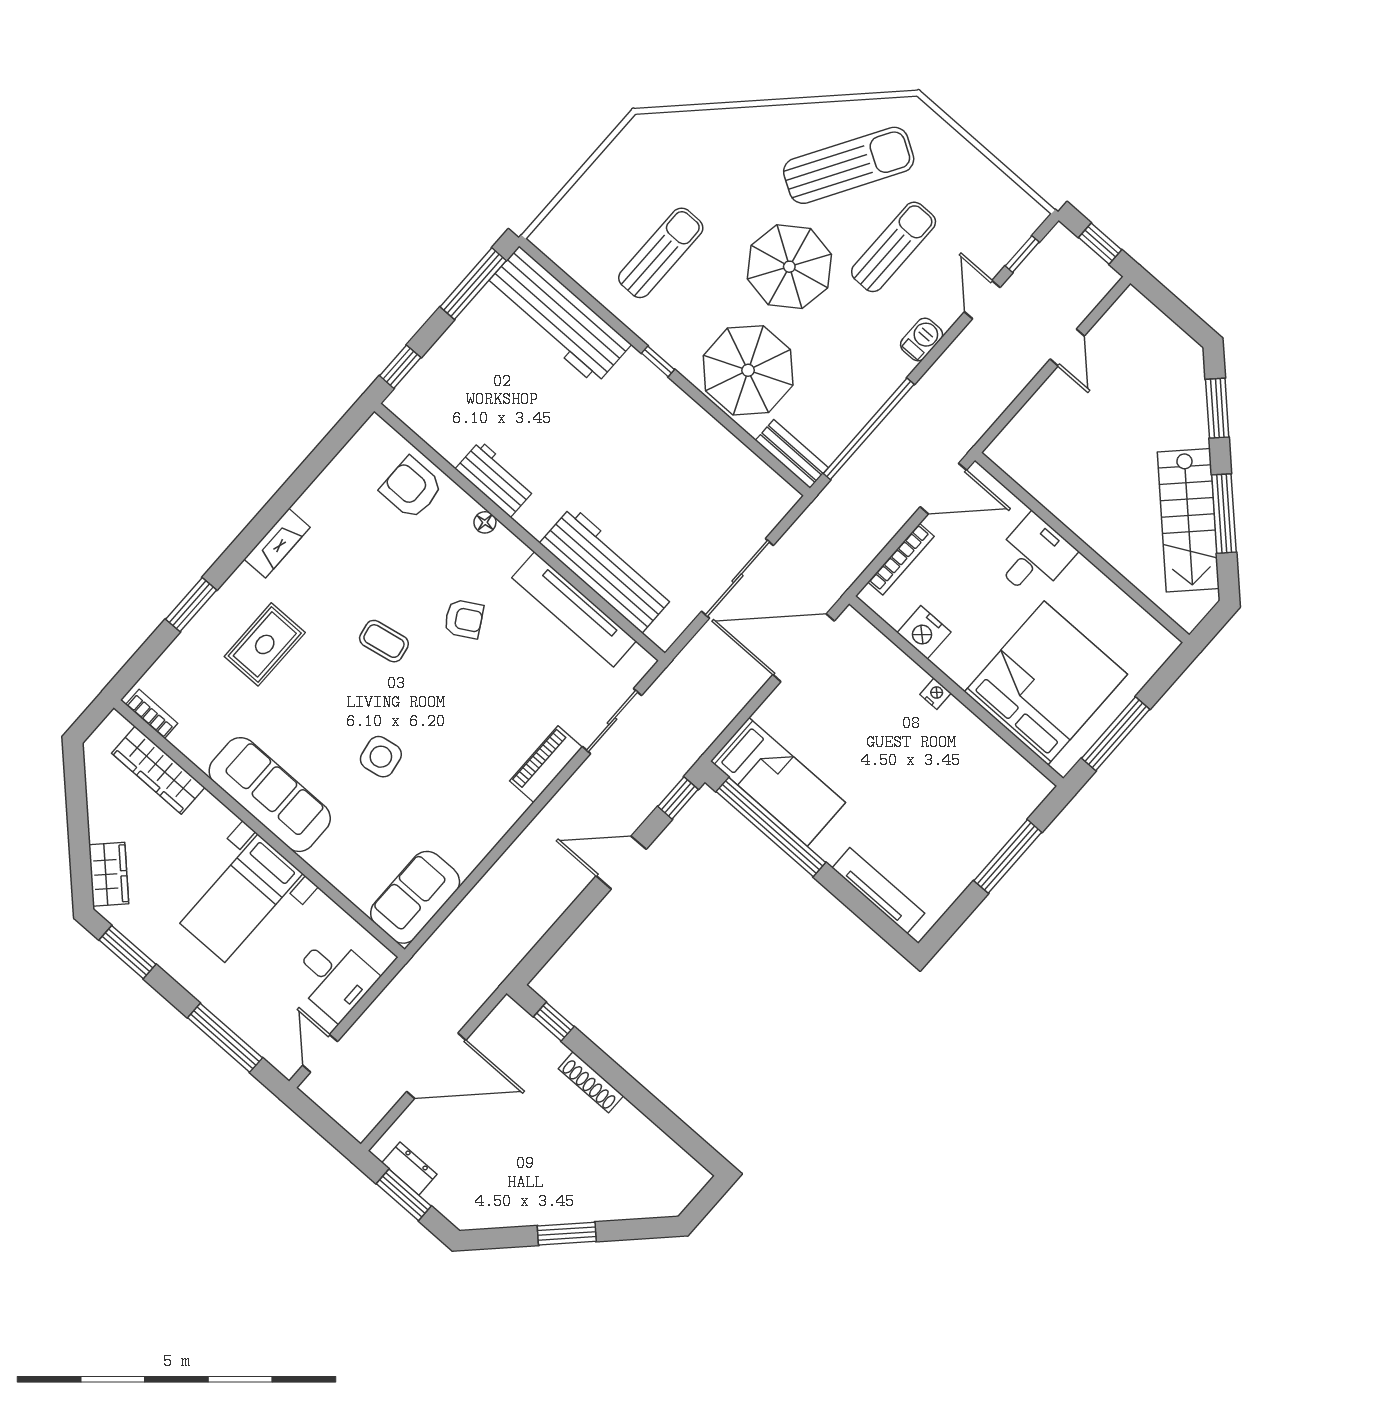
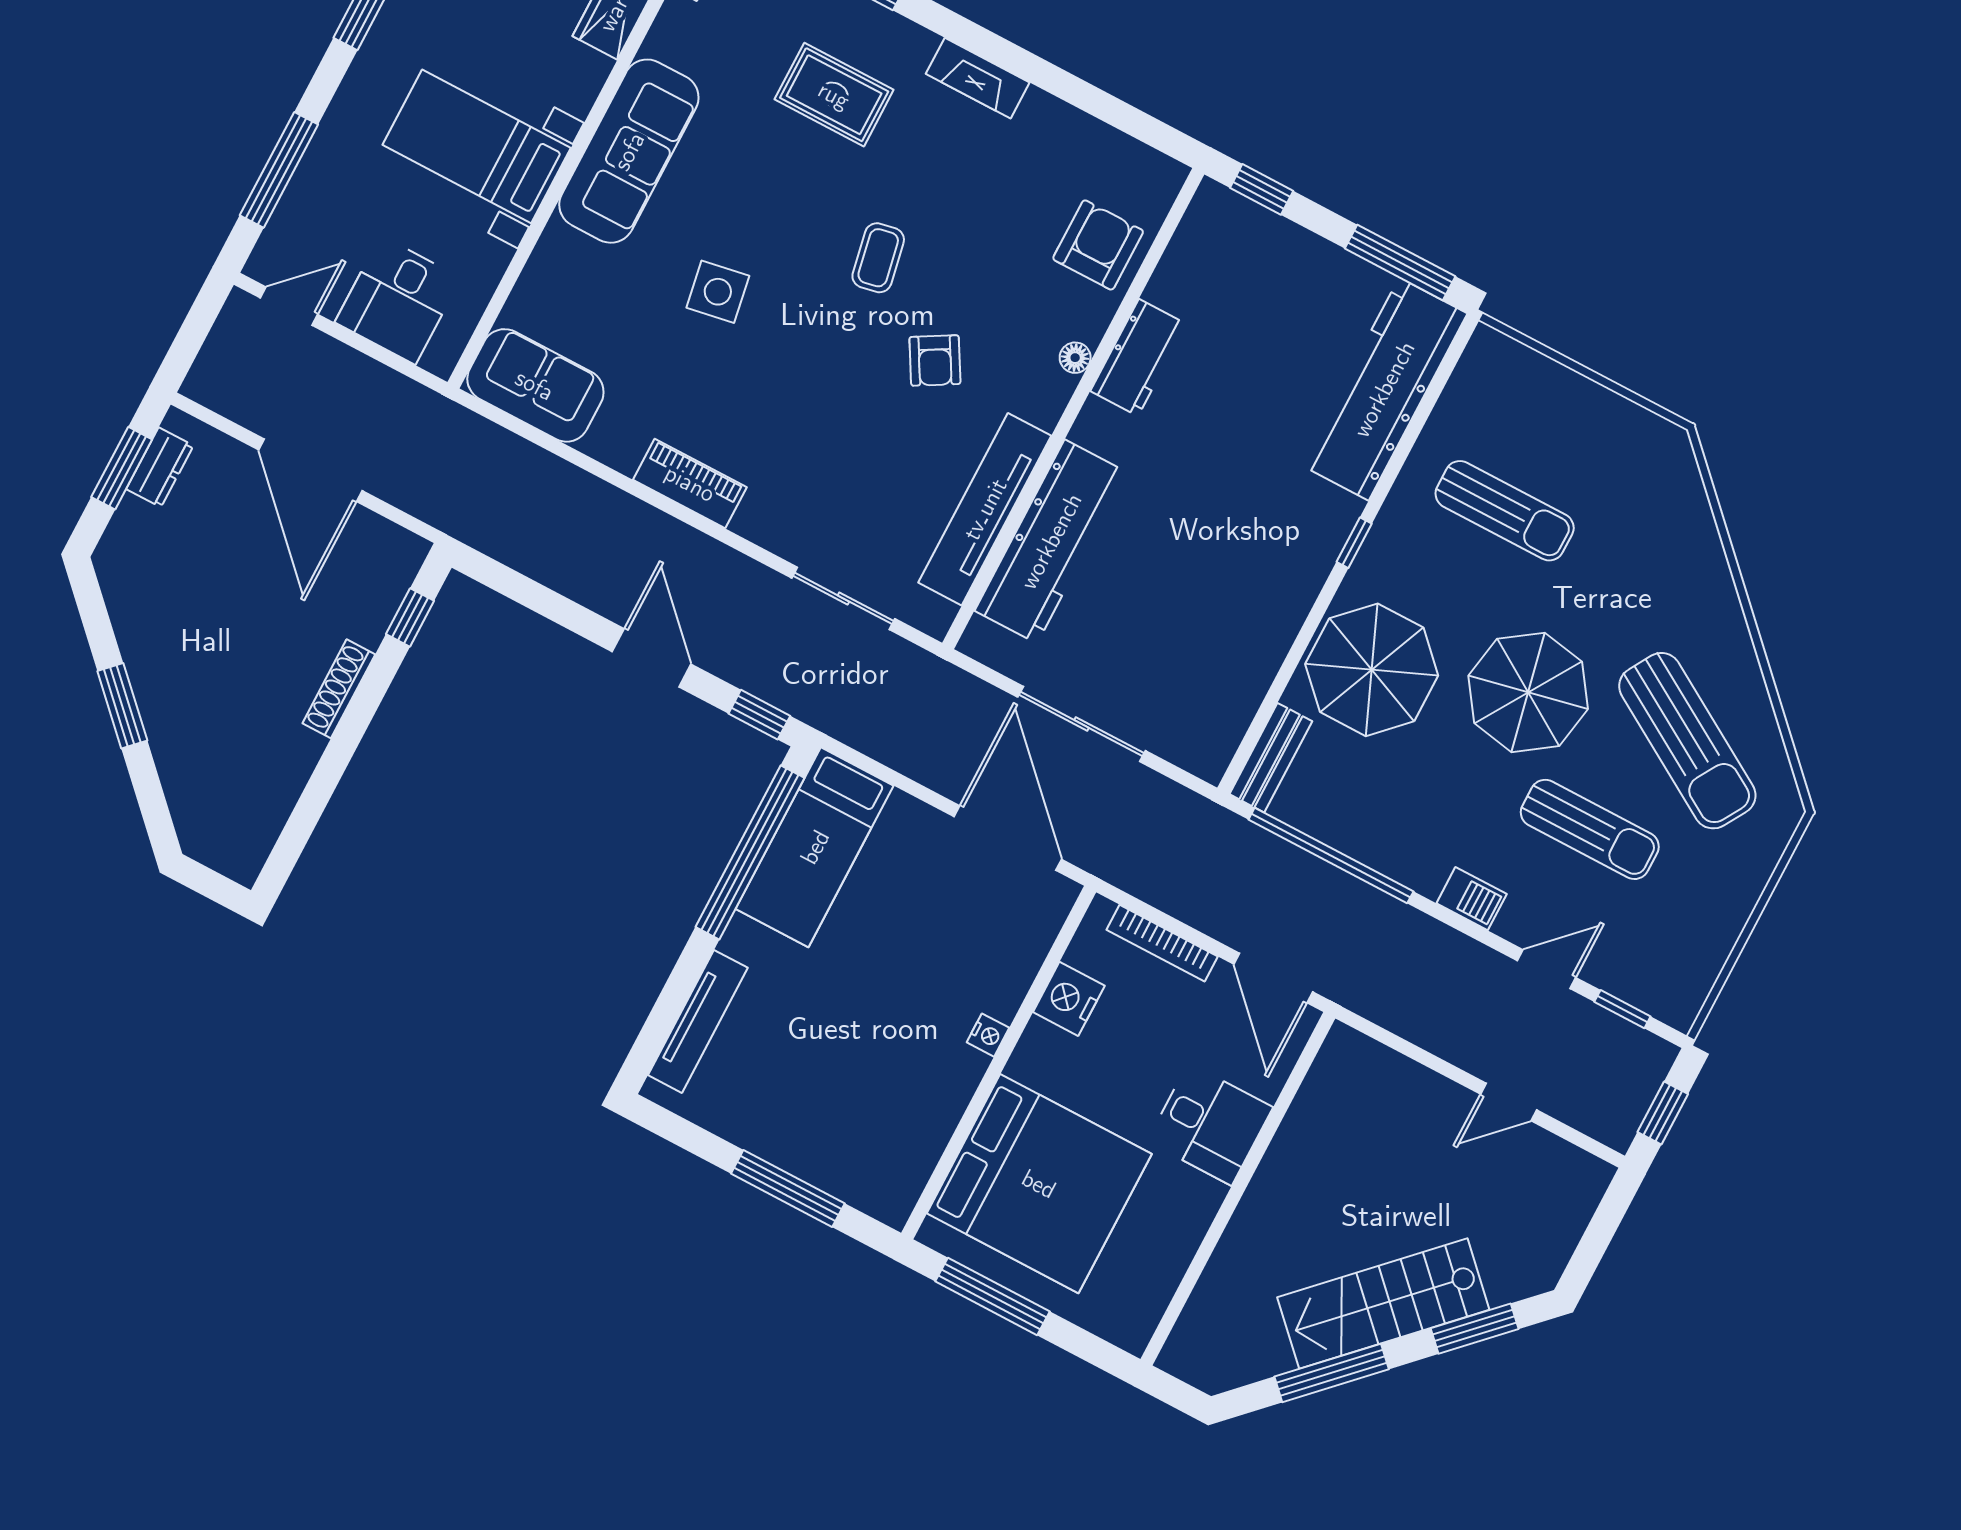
stairs: (1188, 520) -> (1383, 1303), moved
piano: (546, 764) -> (690, 483), moved

